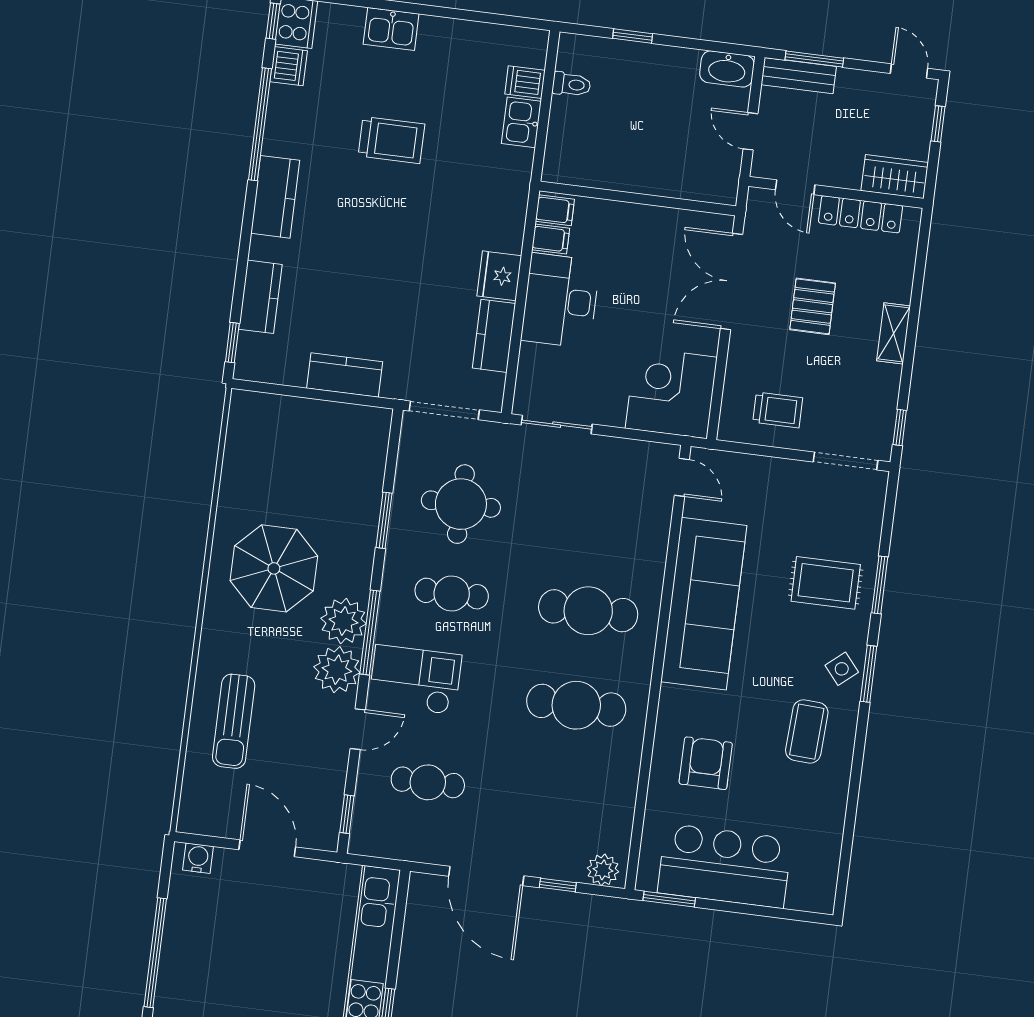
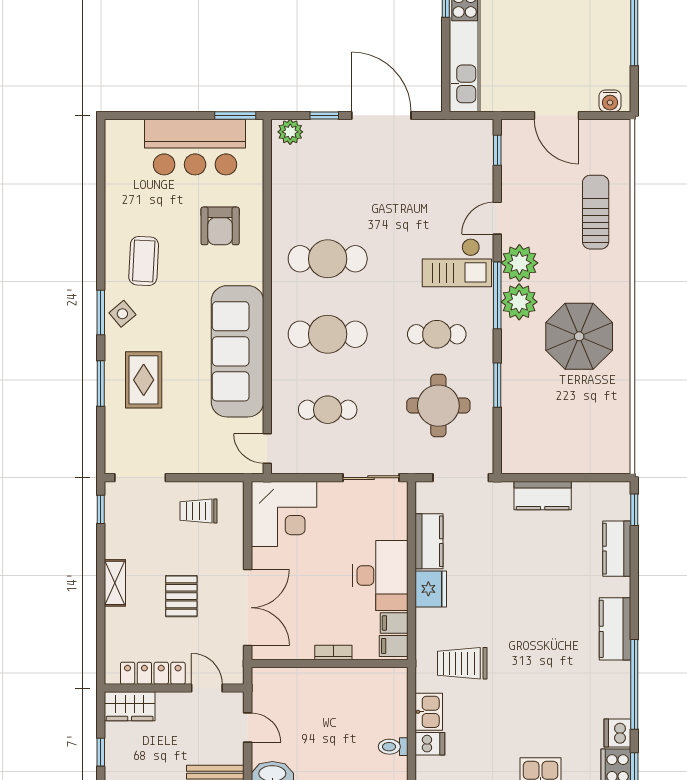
trolley: (391, 140) -> (462, 663), moved
bookcase: (631, 212) -> (333, 653), added
rug: (826, 583) -> (144, 380), turned 90
cafe table: (428, 782) -> (328, 410), moved

